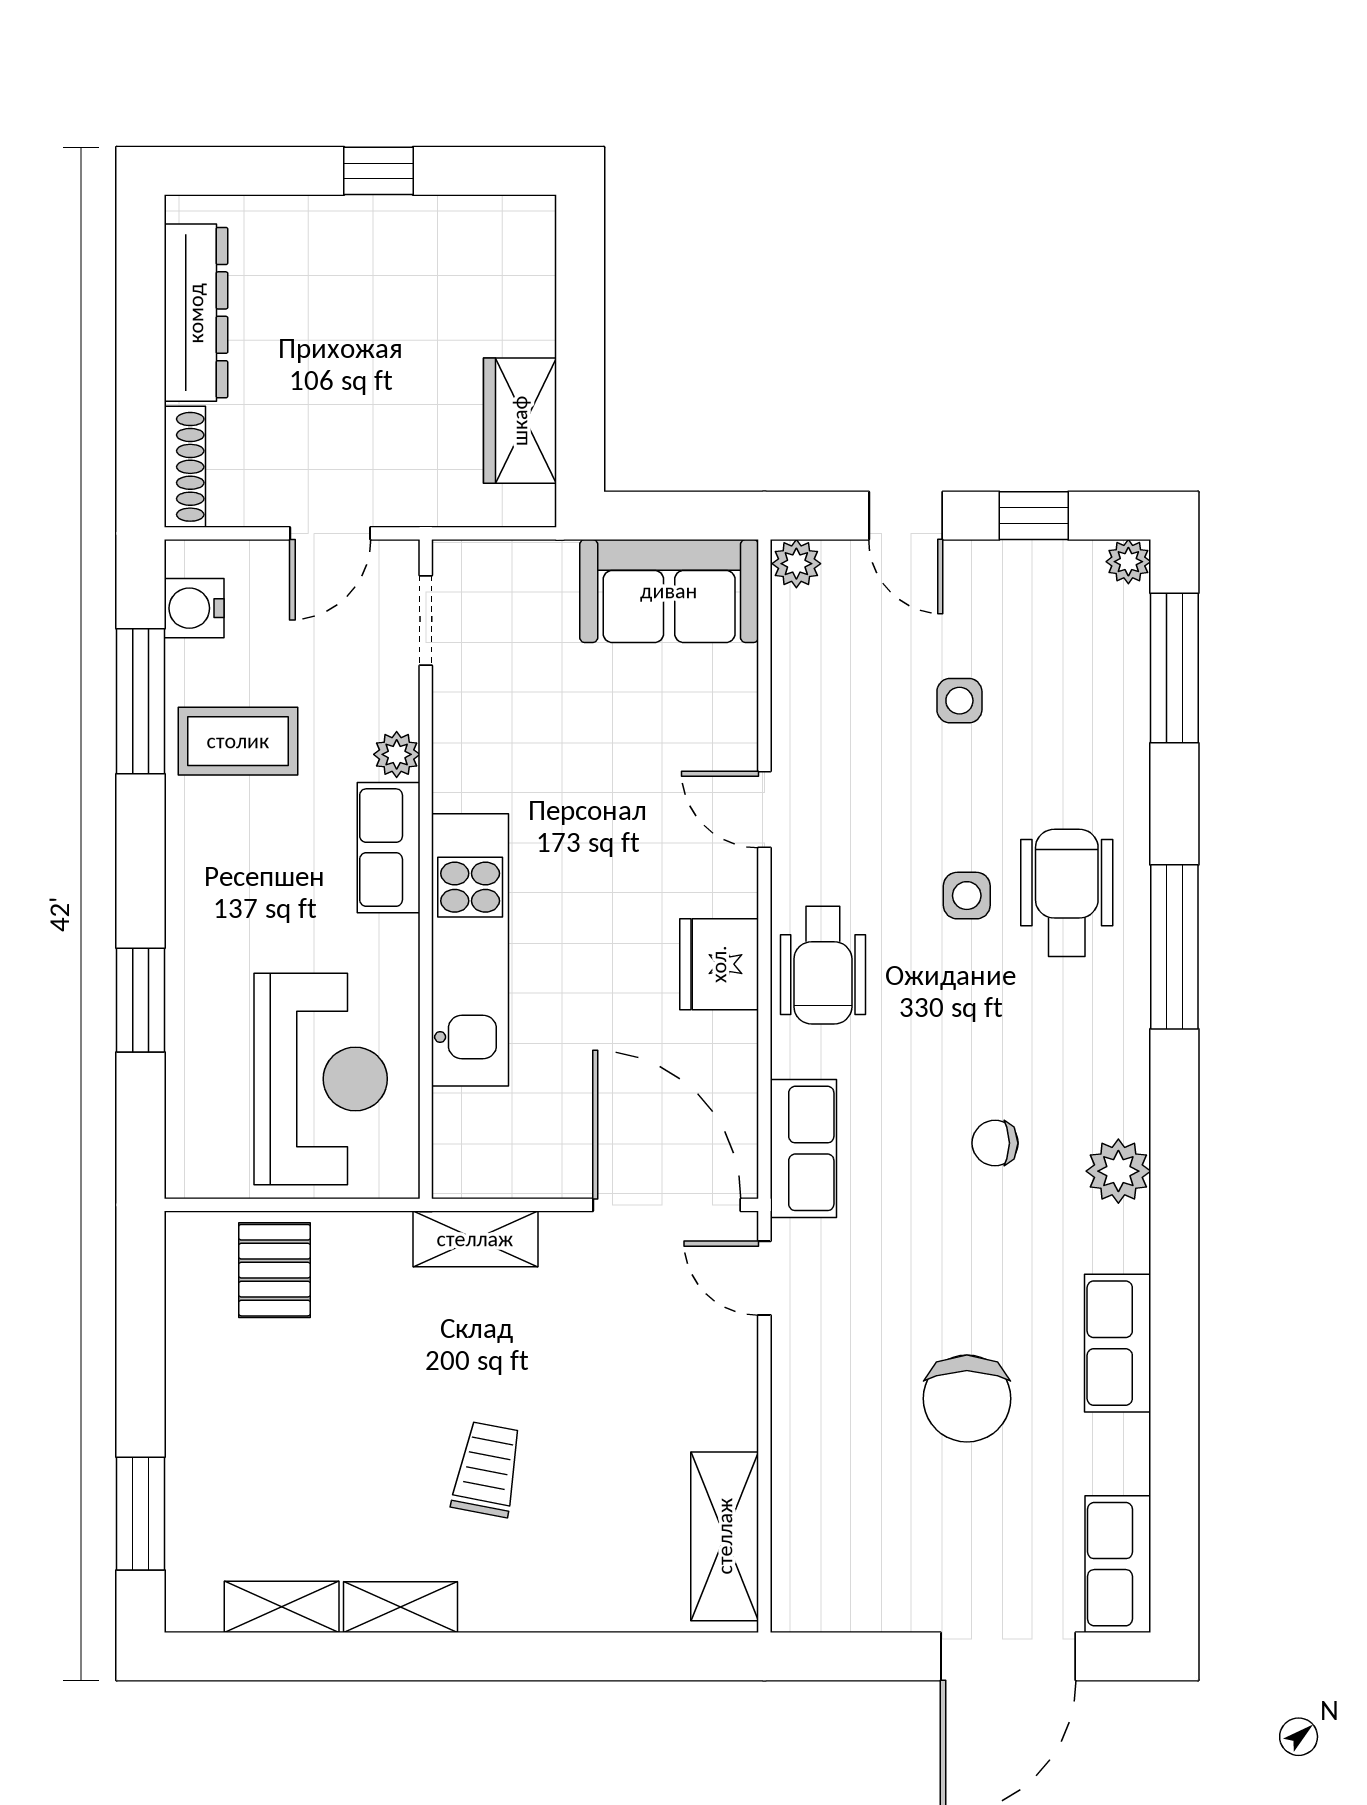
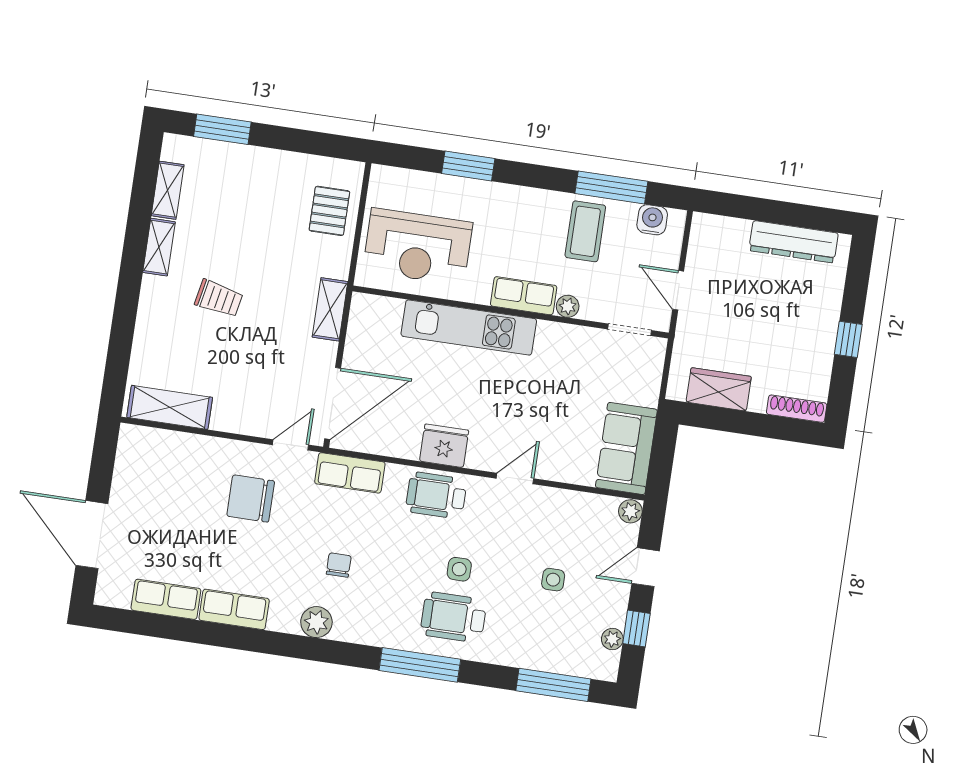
shoe rack: (185, 467) -> (797, 409), moved, turned 180
plant: (1128, 562) -> (612, 639), moved
wheelchair: (1067, 893) -> (453, 617), turned 180
pallet: (275, 1270) -> (329, 211), turned 90
chair: (967, 1399) -> (251, 499), moved
row of seats: (1118, 1564) -> (166, 599), moved

